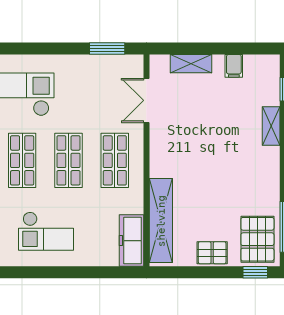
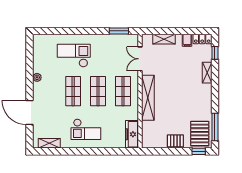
locker: (262, 63) -> (202, 39), added
shelving: (161, 221) -> (148, 98), moved

